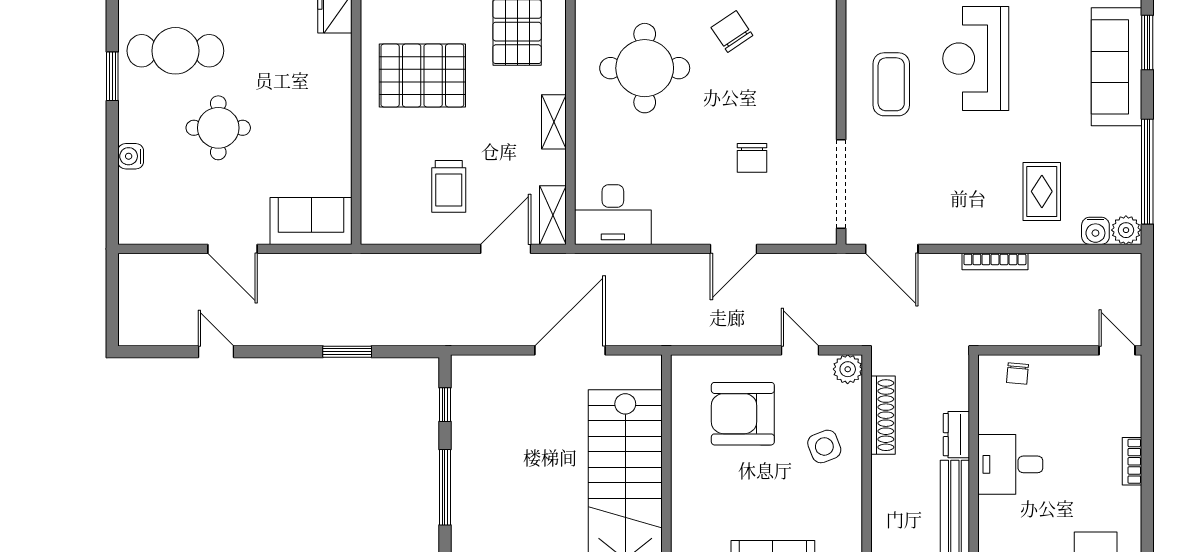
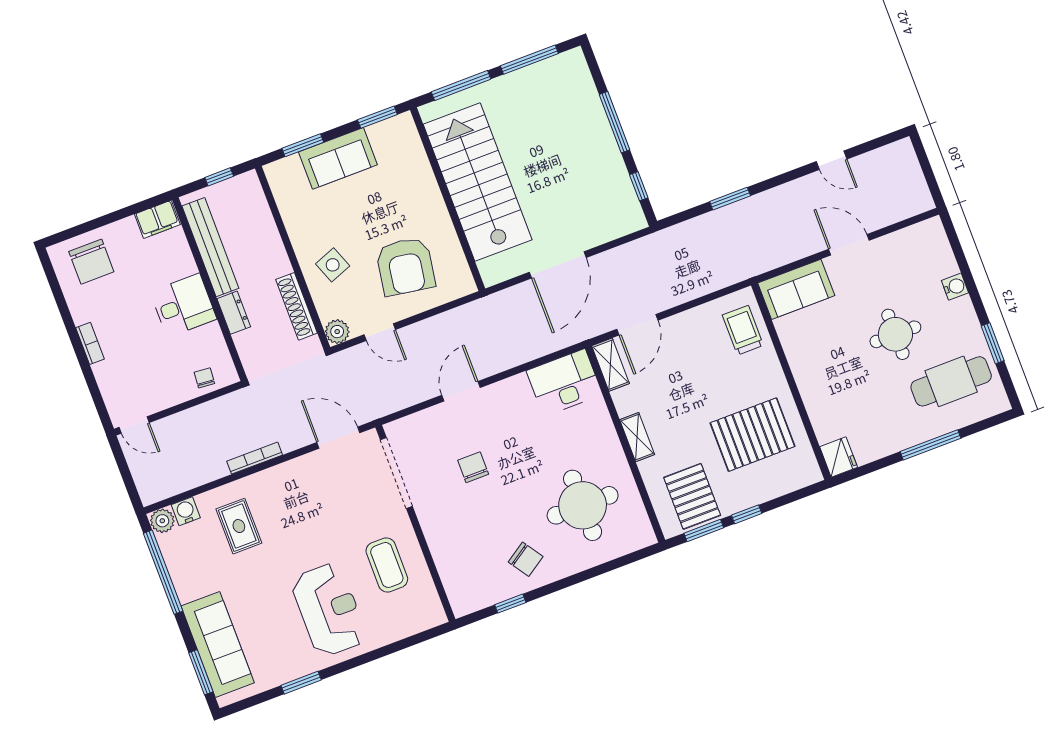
trolley: (449, 186) -> (743, 330), moved
armchair: (743, 414) -> (405, 266), turned 99

